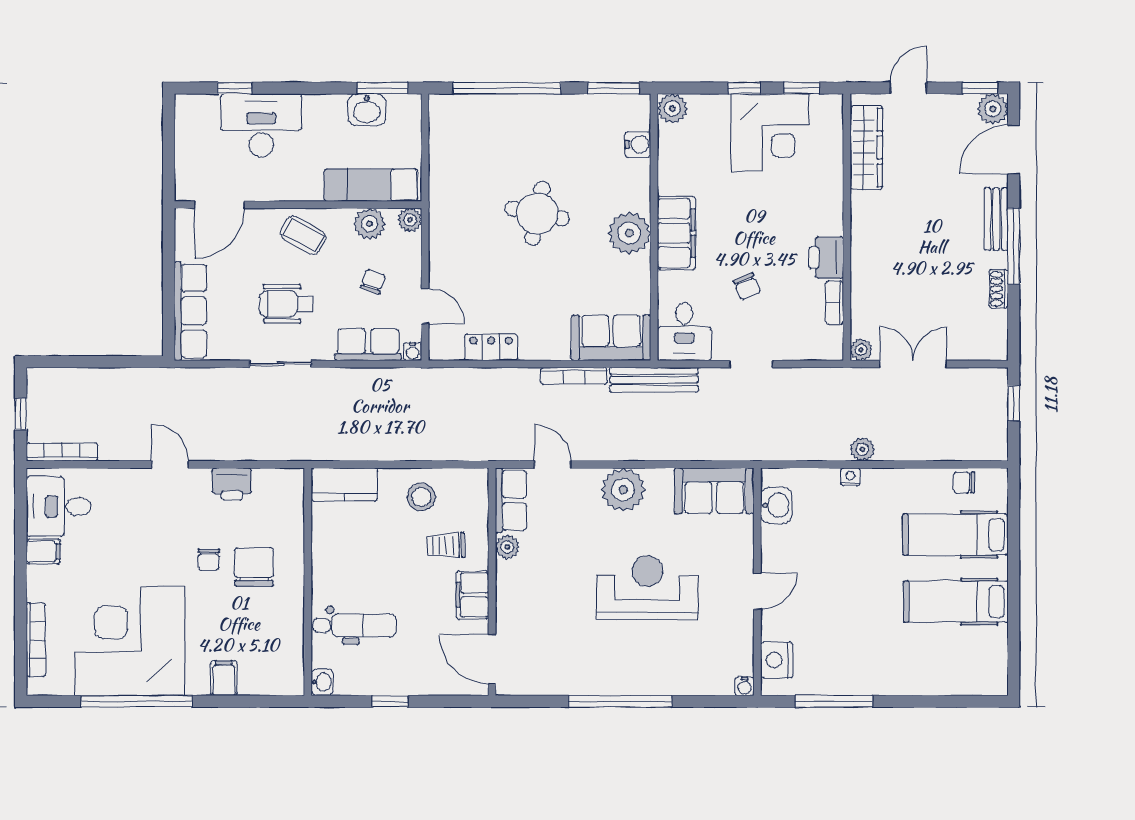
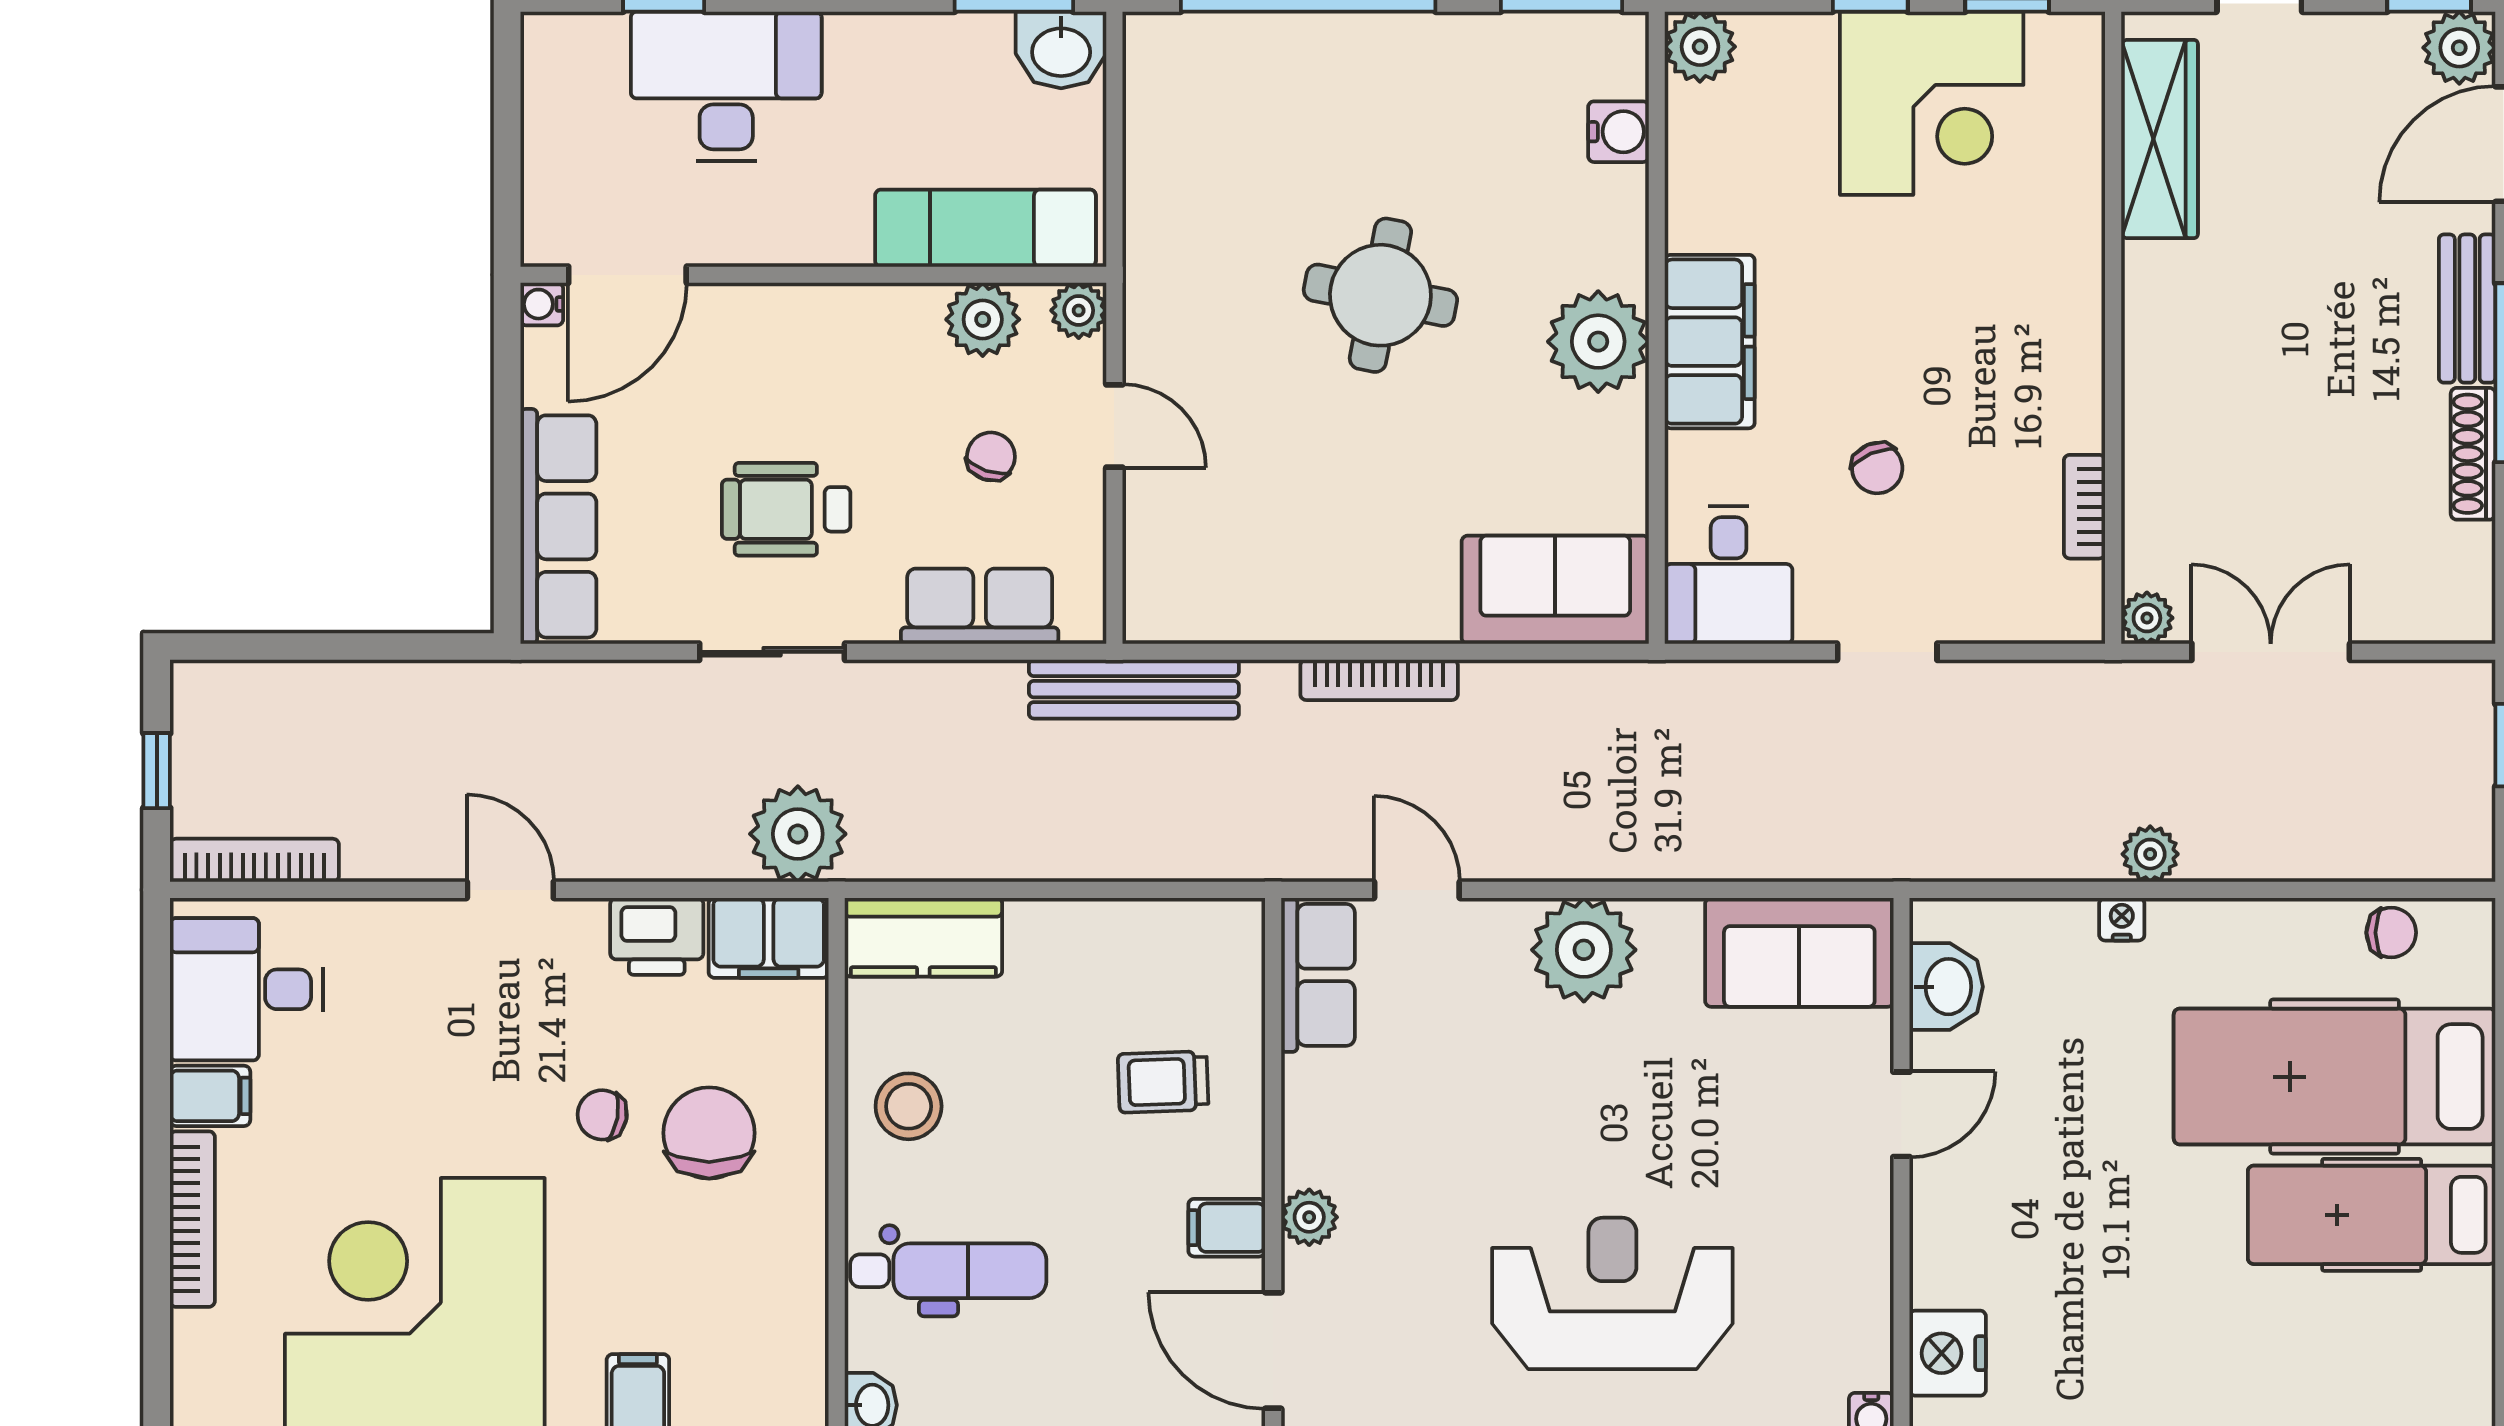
washbasin: (367, 110) -> (1061, 50), moved
coffee table: (303, 235) -> (826, 347), removed
printer: (826, 258) -> (2064, 400), removed
shoe rack: (999, 289) -> (2473, 454), width x1.43
door: (425, 306) -> (1114, 426), moved
locker: (491, 347) -> (1271, 612), removed
water cooler: (413, 352) -> (542, 304), moved, turned 90
bookcase: (574, 376) -> (1379, 680), moved
bench: (654, 380) -> (1134, 689), moved
plant: (291, 441) -> (798, 834), added
chair: (964, 482) -> (2391, 933), turned 180
filing cabinet: (279, 485) -> (769, 938), added
stool: (421, 497) -> (909, 1106), moved
hospital bed: (955, 535) -> (2335, 1077), width x1.37, depth x1.29
plant: (507, 547) -> (1309, 1217), moved
chair: (209, 559) -> (602, 1115), turned 100
reception desk: (647, 588) -> (1612, 1293), moved
door: (757, 591) -> (1902, 1114), moved
filing cabinet: (472, 595) -> (1227, 1228), width x0.50
bookcase: (36, 640) -> (192, 1219), moved

